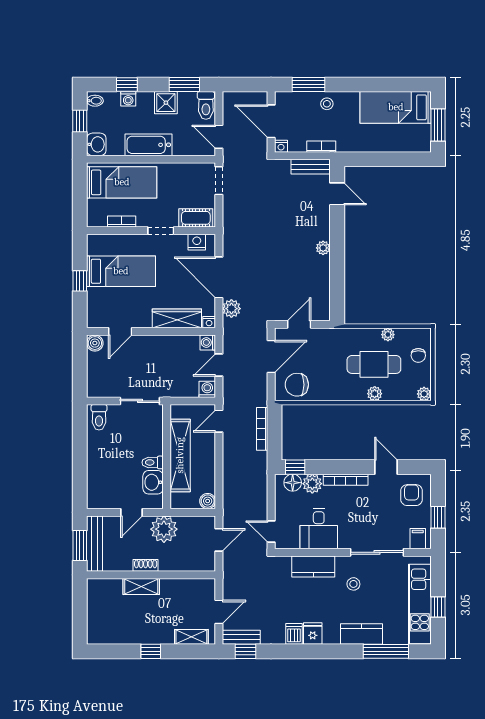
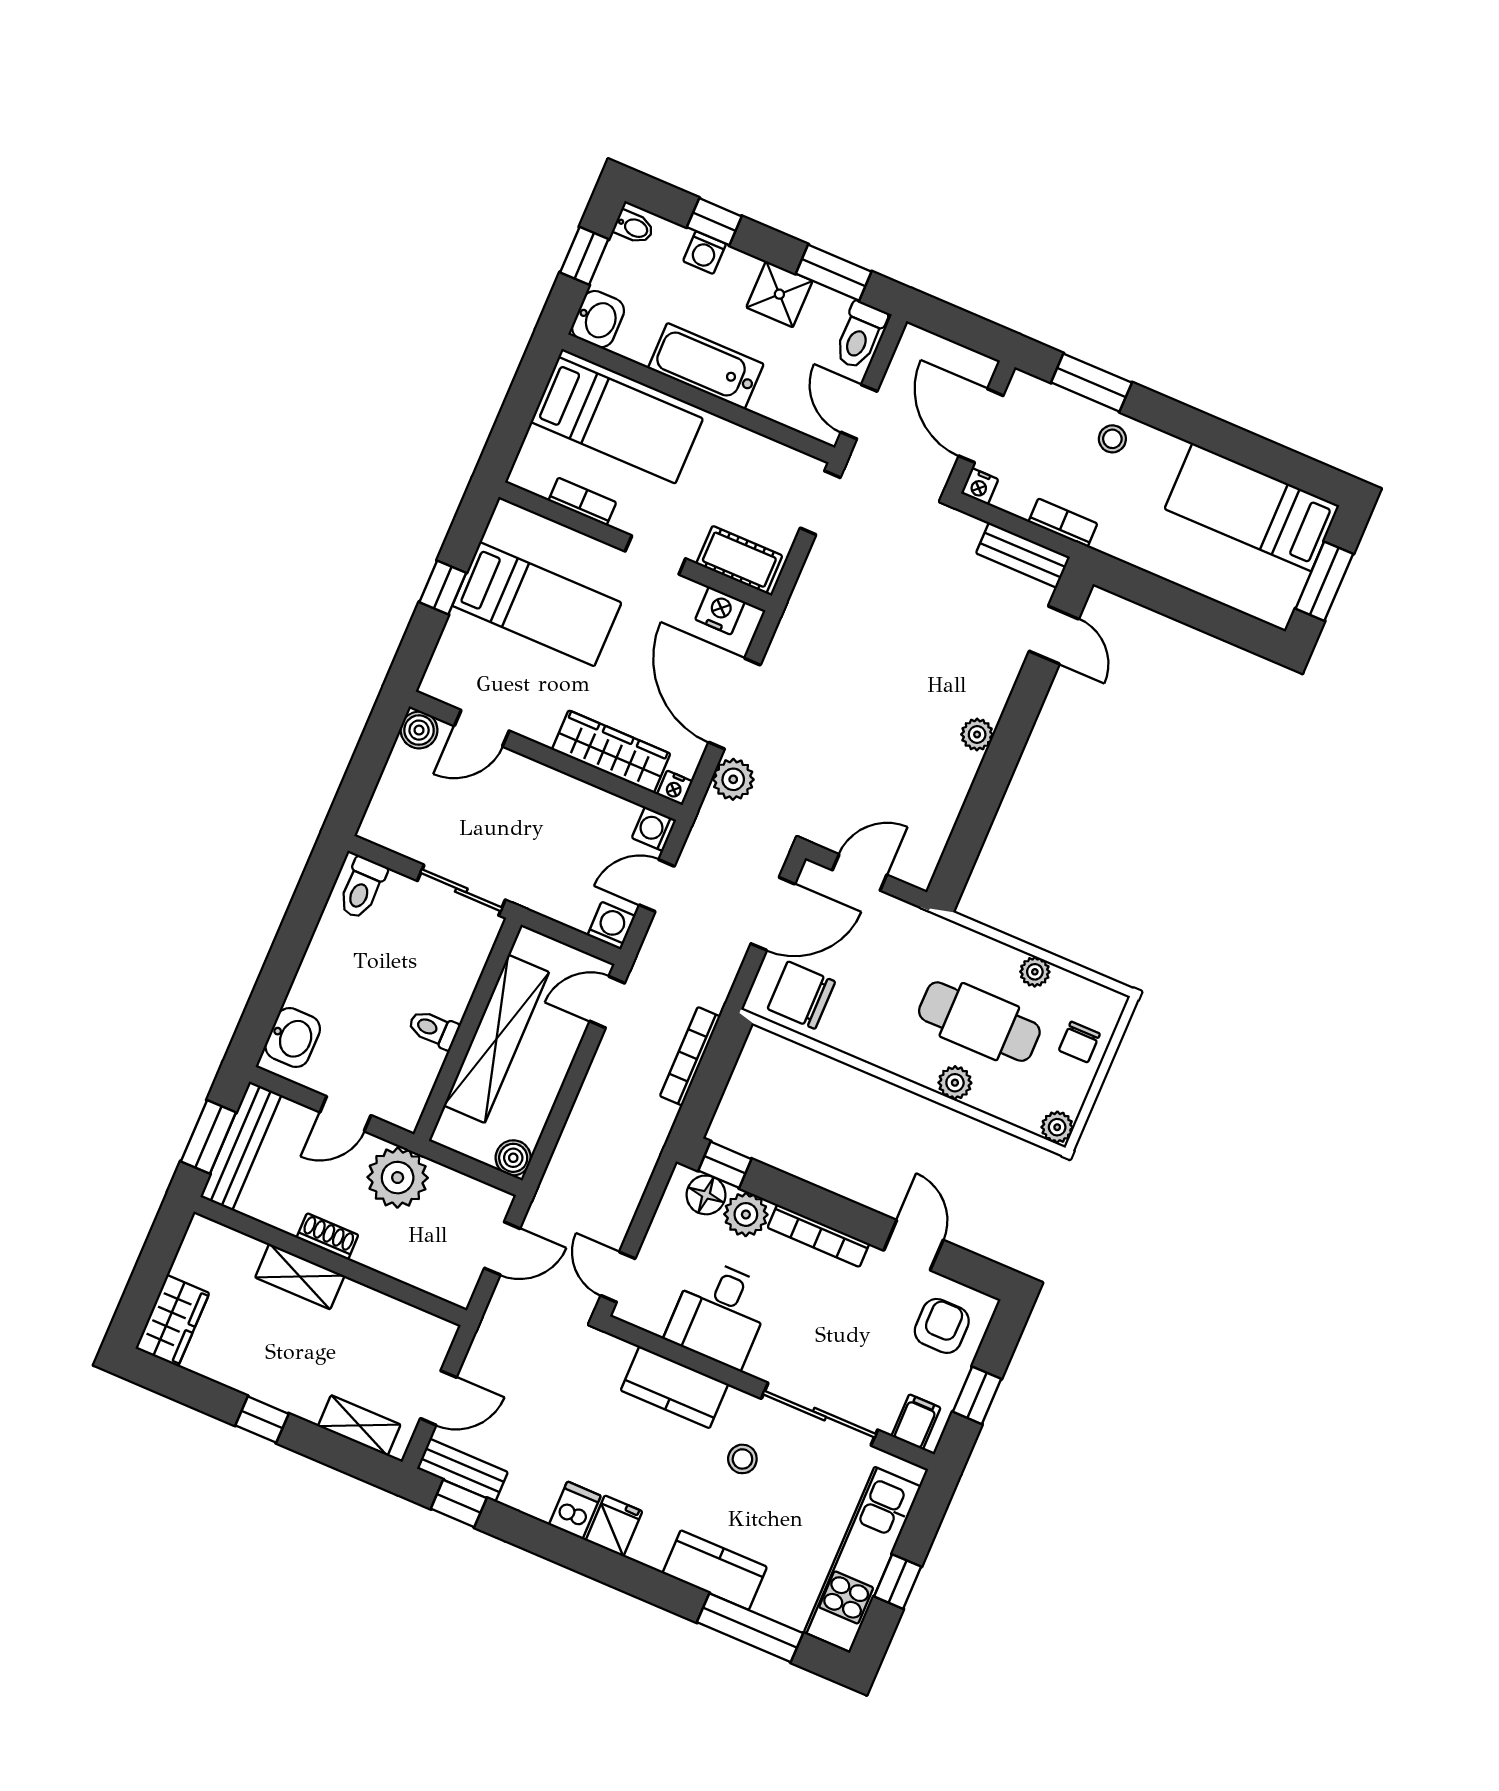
washbasin: (153, 482) -> (293, 1038), moved, turned 180
wardrobe: (97, 627) -> (172, 1321), added

